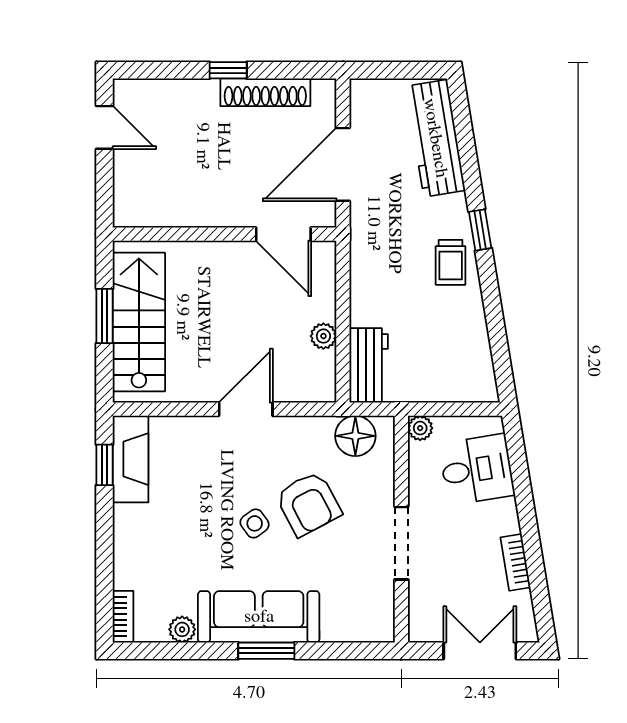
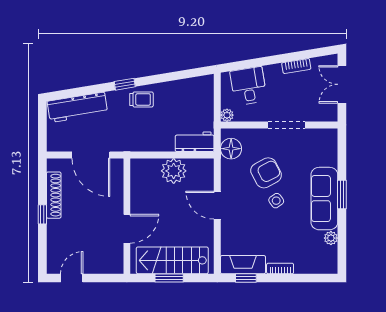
door: (283, 234) -> (127, 229), moved
plant: (323, 336) -> (174, 171), width x1.88, depth x1.88
bookcase: (123, 617) -> (280, 269), moved

